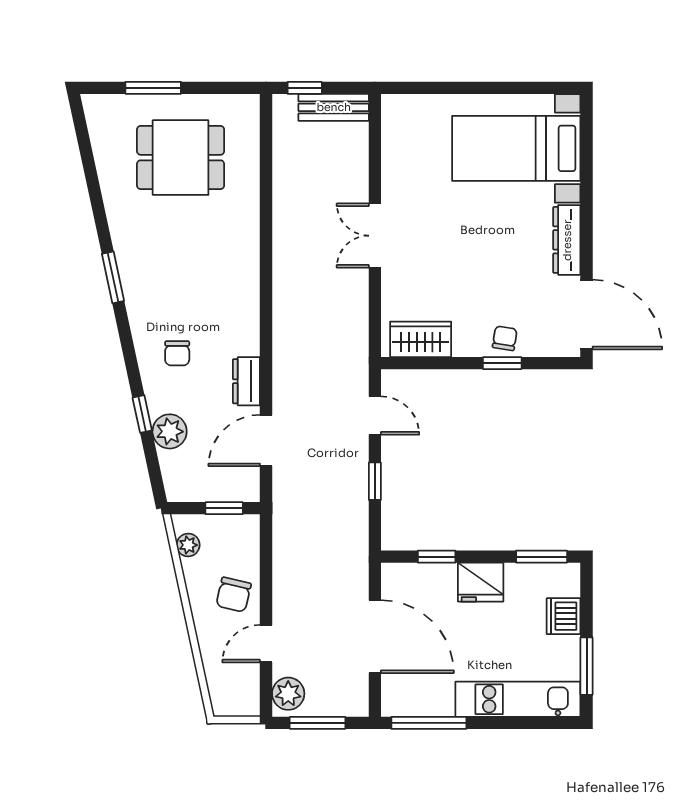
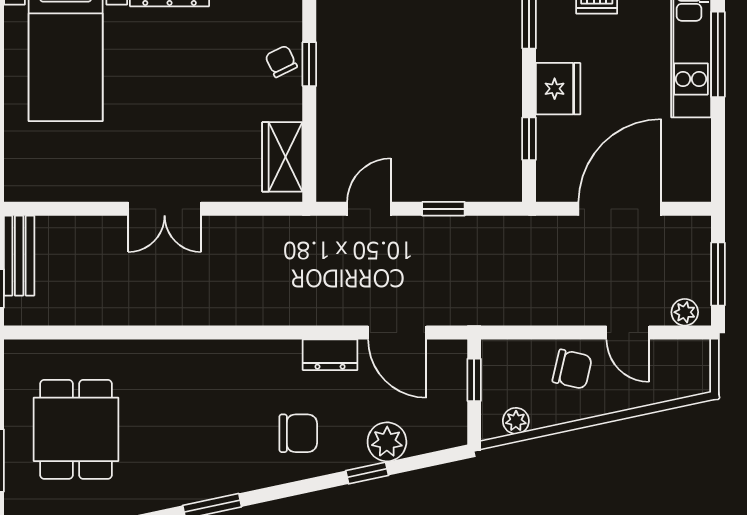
chair: (505, 338) -> (281, 61), turned 55
chair: (177, 353) -> (298, 433), width x1.37, depth x1.37
plant: (288, 694) -> (685, 312), width x0.73, depth x0.73
window: (429, 723) -> (718, 54), moved

